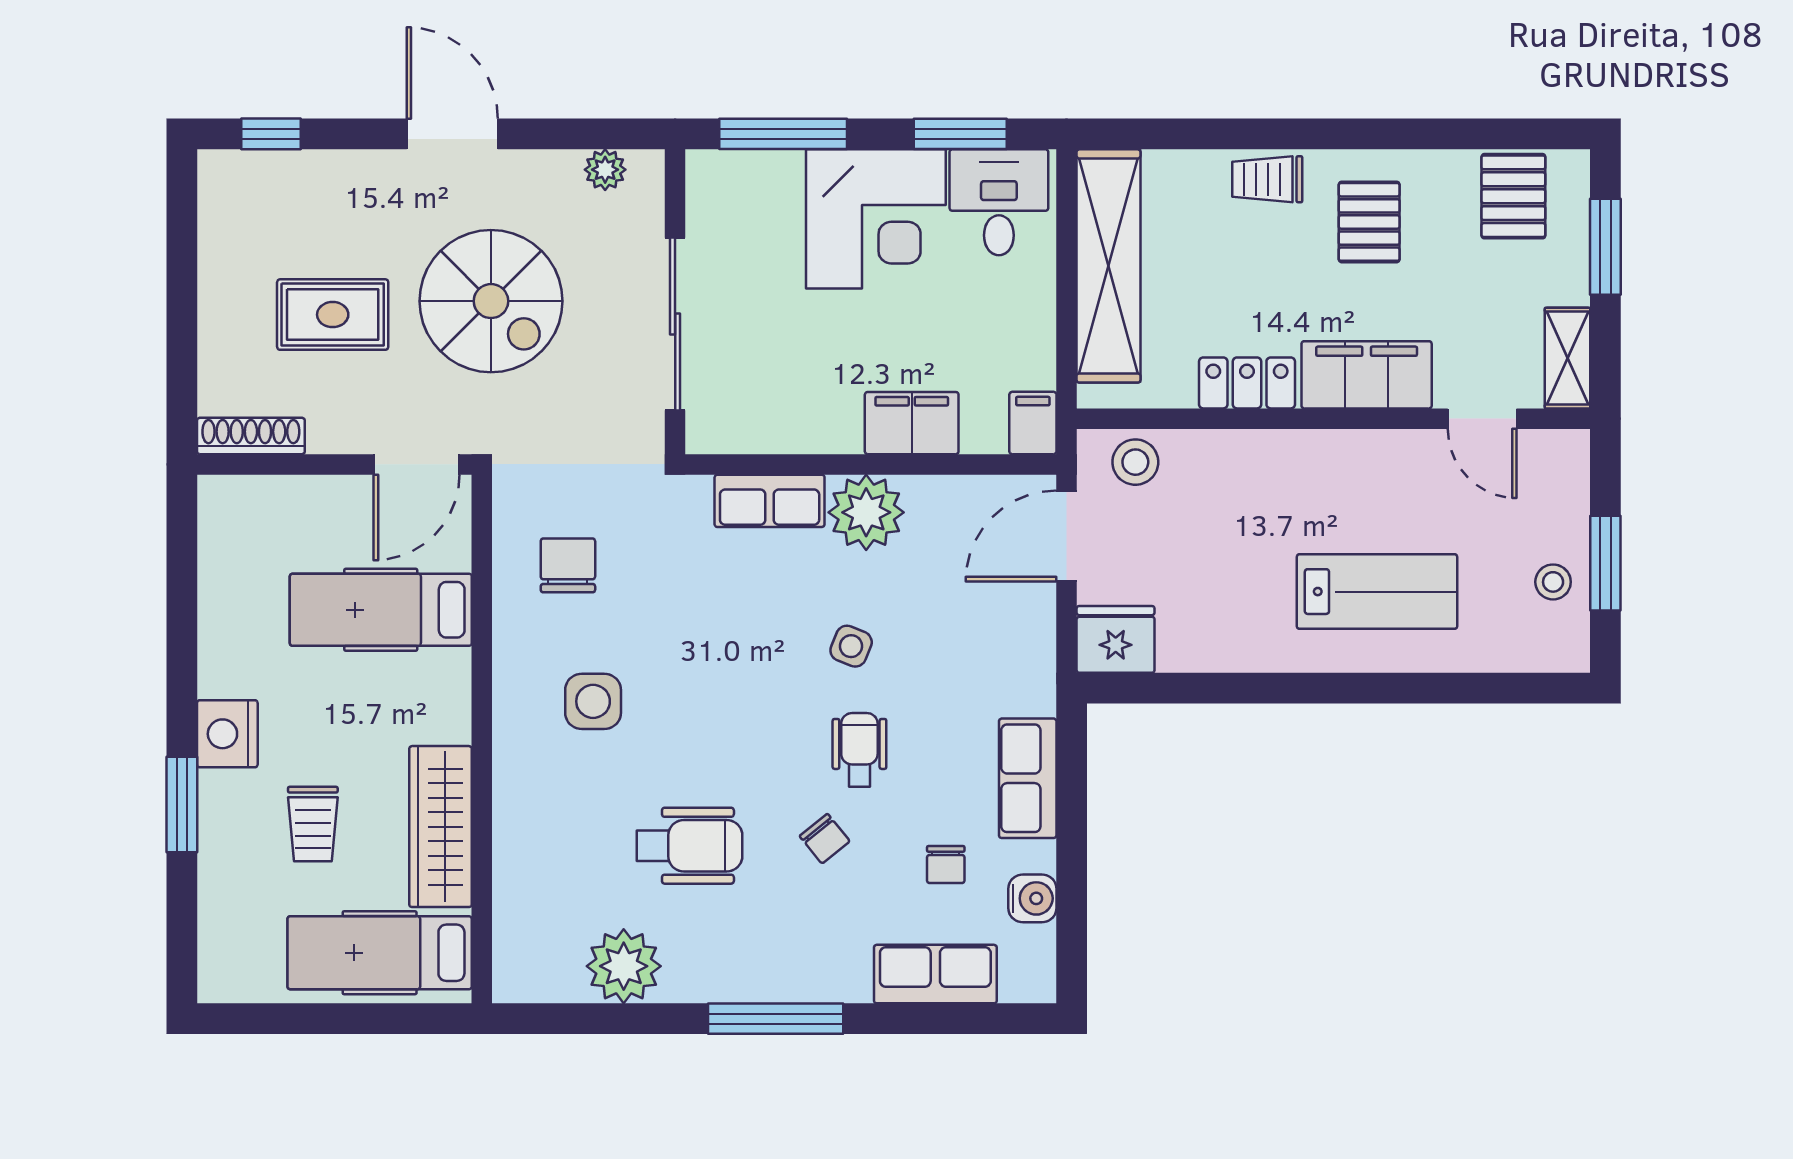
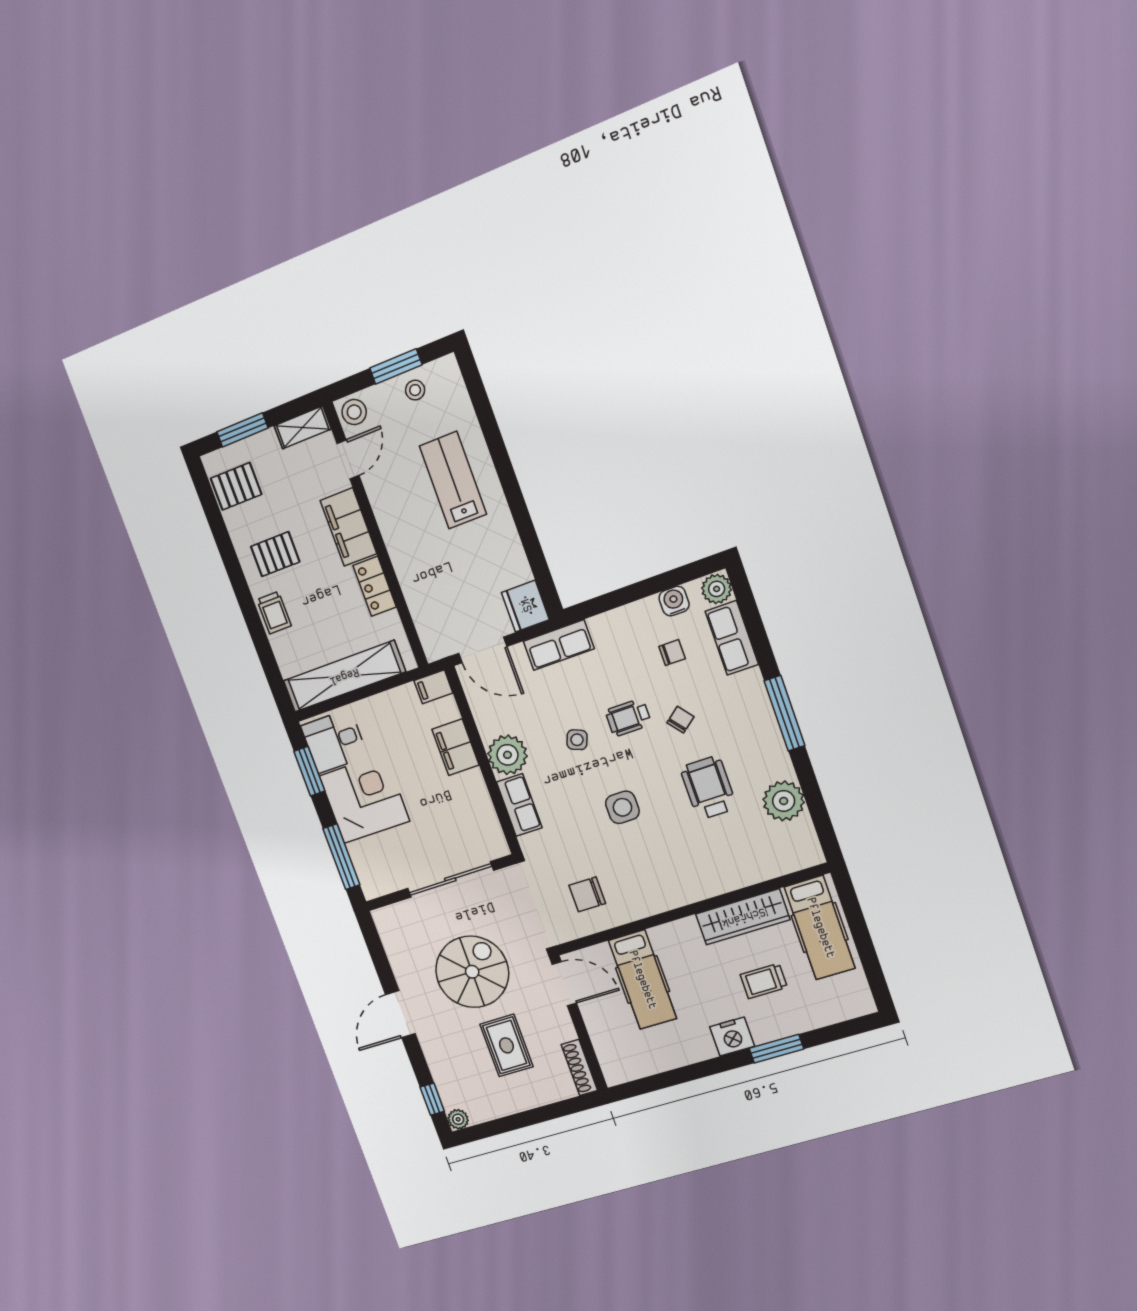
plant: (605, 170) -> (458, 1119), moved
stool: (1135, 462) -> (354, 412), moved
side table: (593, 701) -> (622, 807), moved
row of seats: (1028, 778) -> (559, 645), moved
trolley: (313, 824) -> (764, 981), turned 180
plant: (1027, 977) -> (717, 589), added

